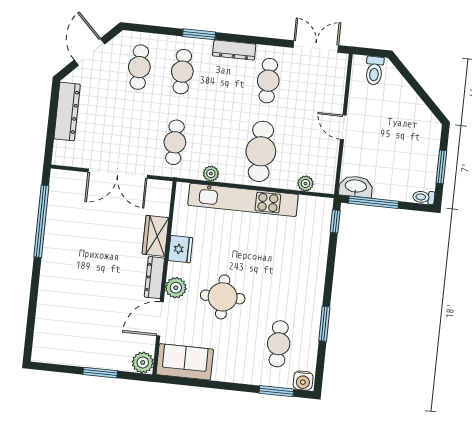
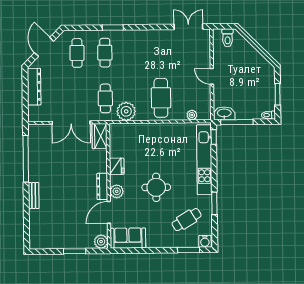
dresser: (234, 50) -> (136, 35), removed
cafe table: (268, 81) -> (160, 52), removed
plant: (211, 174) -> (126, 111), width x1.87, depth x1.87
kitchen unit: (243, 200) -> (204, 160), moved, turned 90
wardrobe: (155, 236) -> (100, 136), moved
bench: (47, 279) -> (34, 196), added
round table: (223, 297) -> (156, 187), moved
cafe table: (279, 344) -> (187, 220), turned 59

